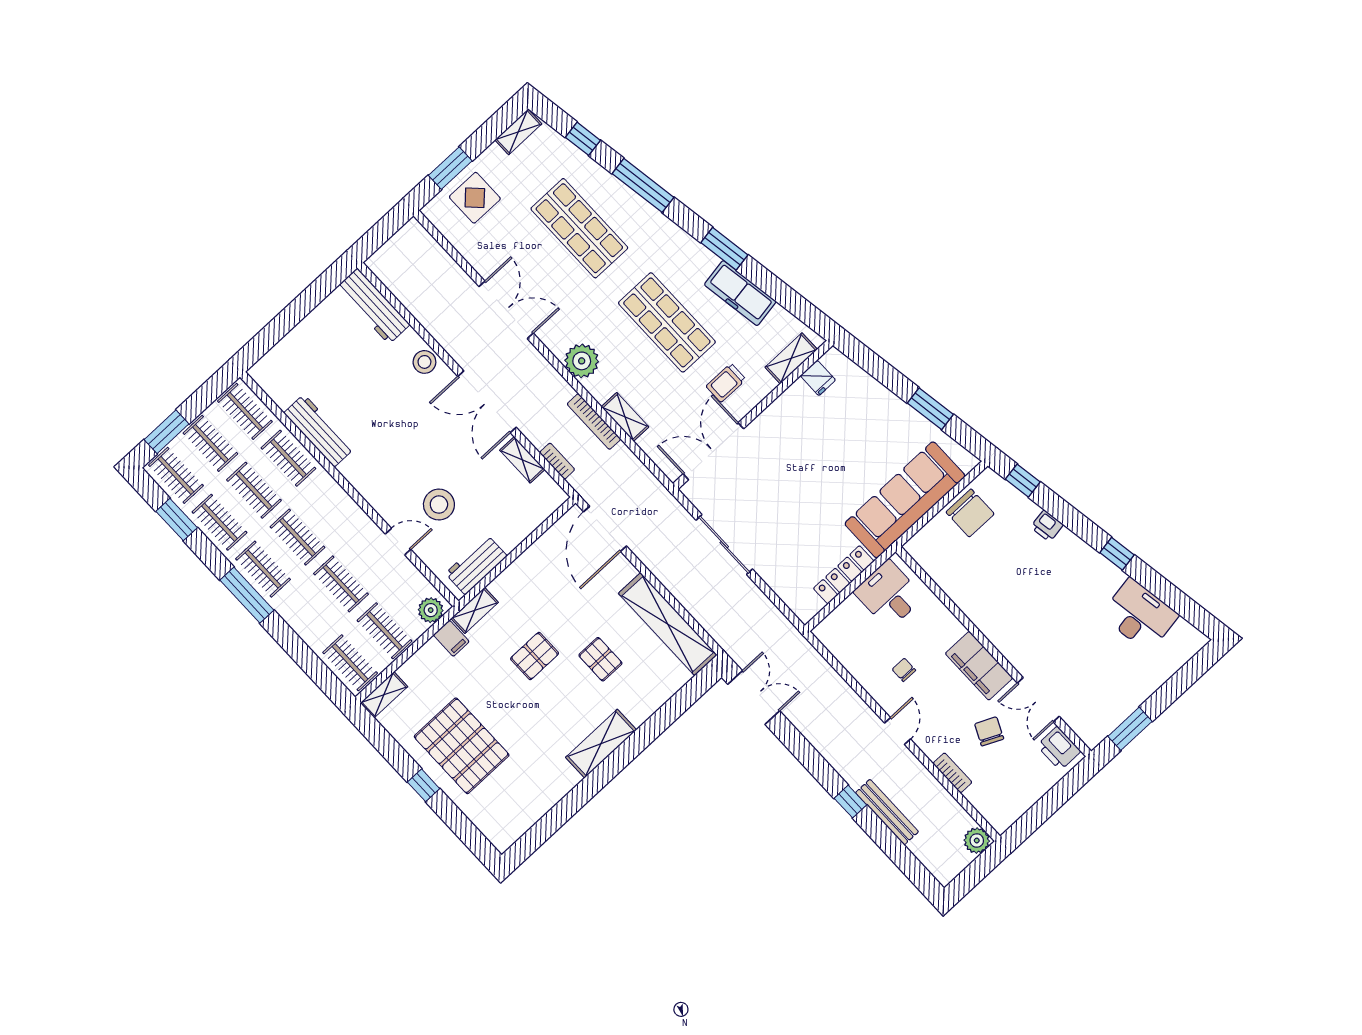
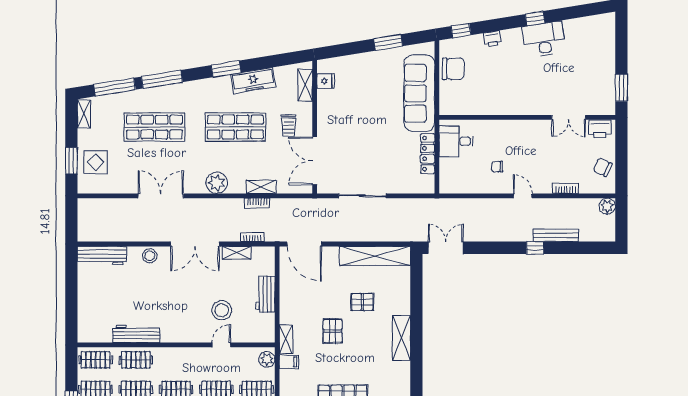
window: (583, 139) -> (115, 87), width x2.17
bookcase: (594, 421) -> (257, 203), width x0.64
workbench: (476, 565) -> (265, 294), moved
desk: (1140, 615) -> (544, 39), moved
filing cabinet: (979, 666) -> (528, 130), removed
chair: (989, 731) -> (603, 167), moved

